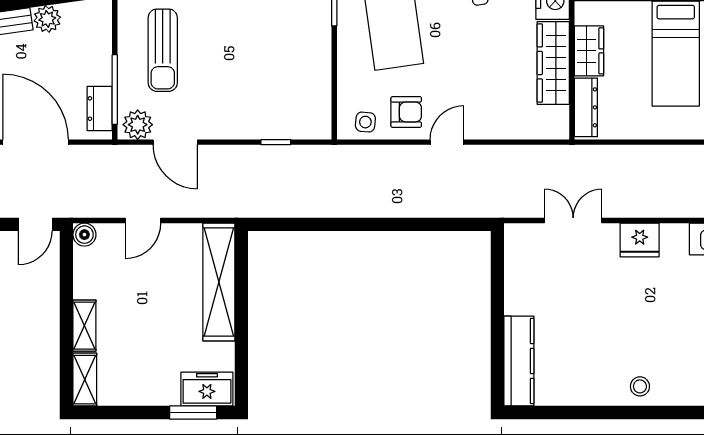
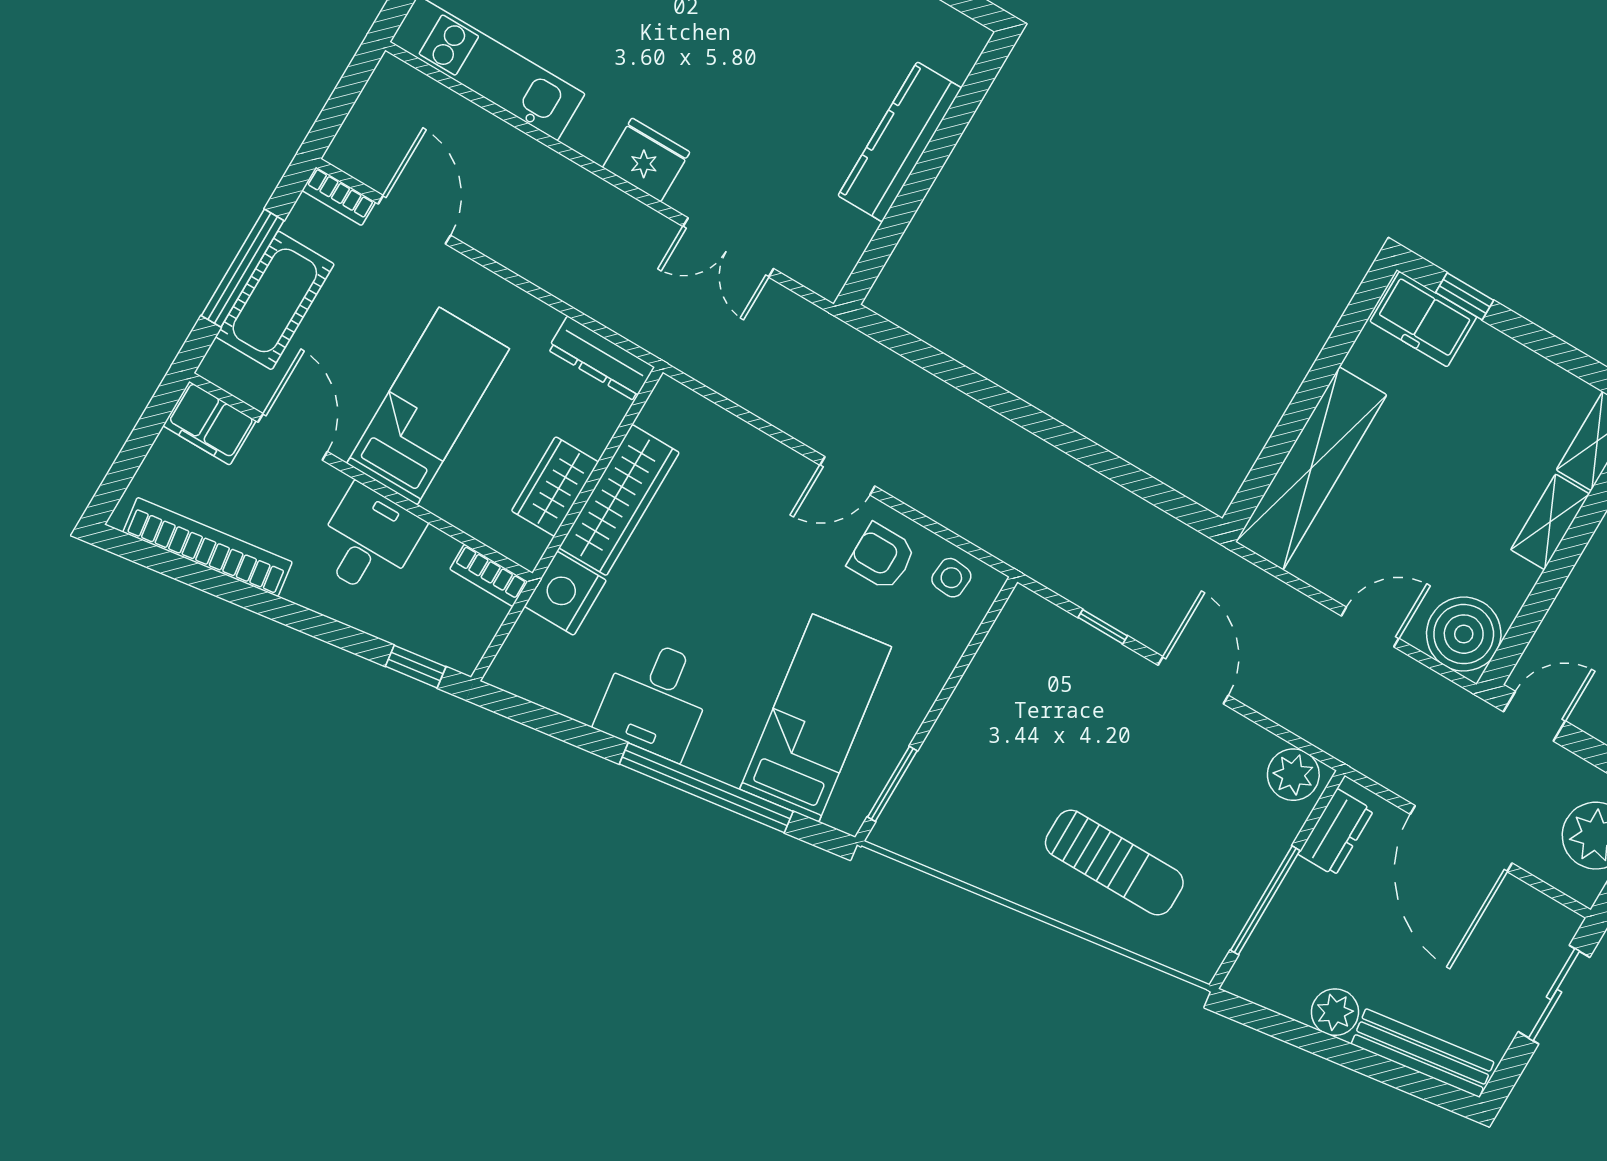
sun lounger: (163, 50) -> (1114, 863), moved, turned 90
window: (115, 90) -> (1265, 900), moved
dresser: (586, 107) -> (601, 358), moved, turned -90
door: (175, 142) -> (1193, 680), moved
boiler: (84, 235) -> (1464, 634), width x1.86, depth x1.86
kitchen counter: (519, 361) -> (900, 142), moved
window: (193, 412) -> (1465, 296), width x0.67

